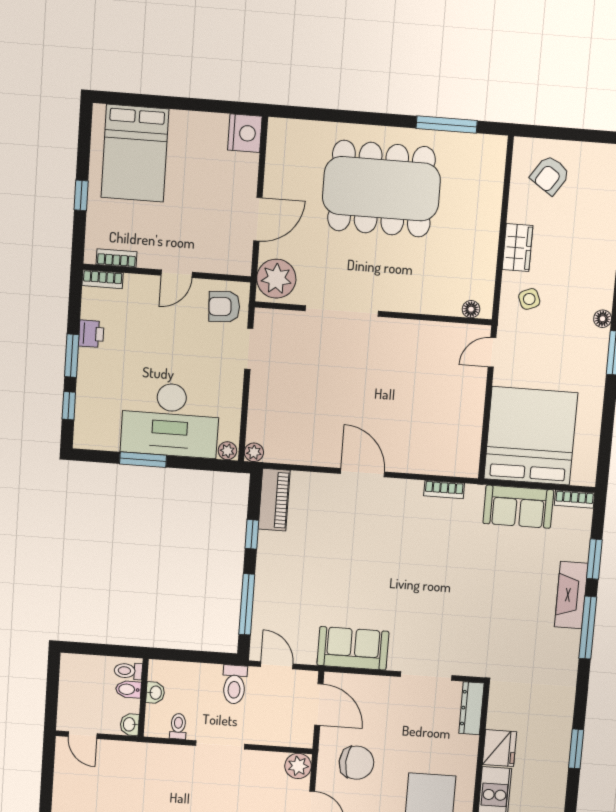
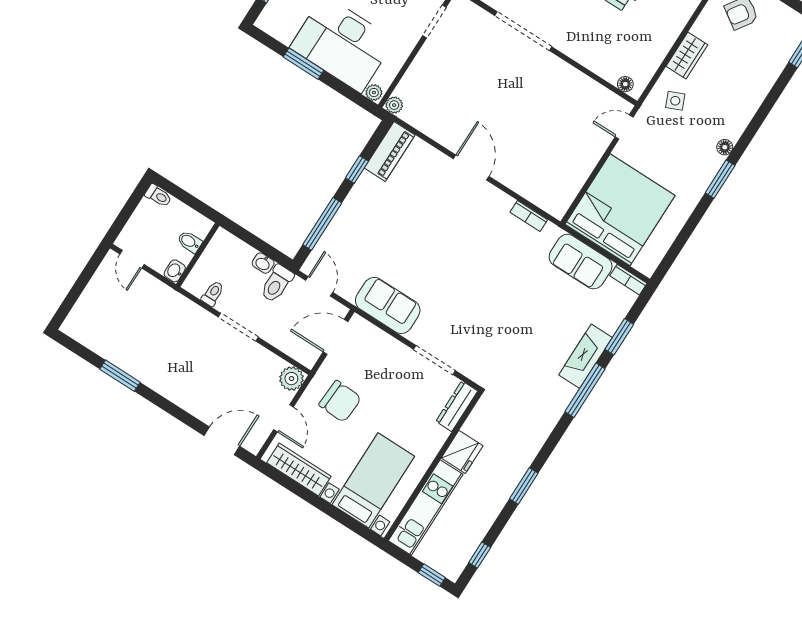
toilet: (128, 671) -> (158, 196), moved, turned 180
washbasin: (155, 693) -> (263, 263), moved, turned 90
door: (319, 705) -> (336, 337), swing flipped

